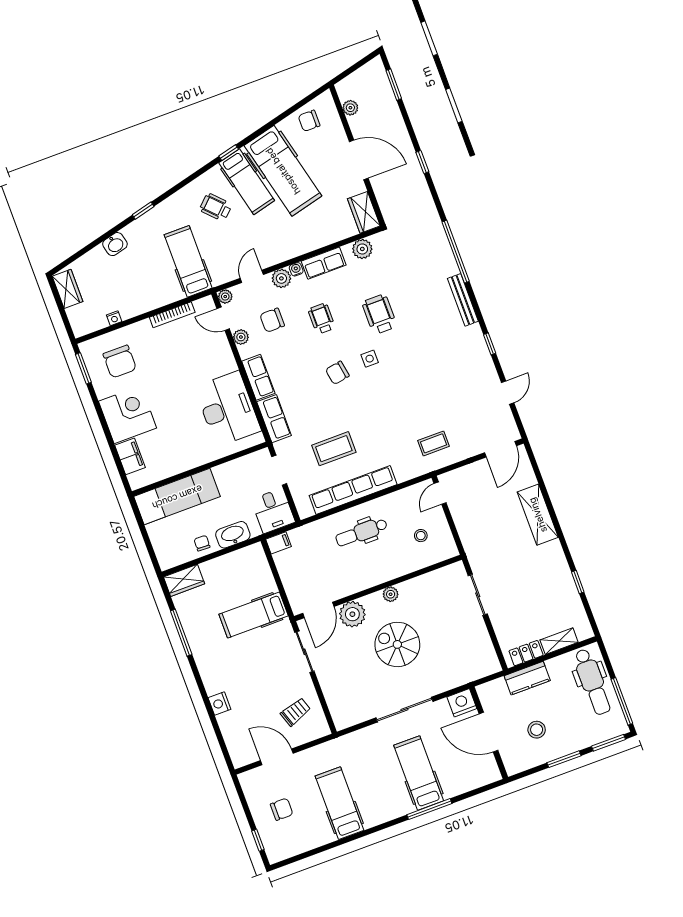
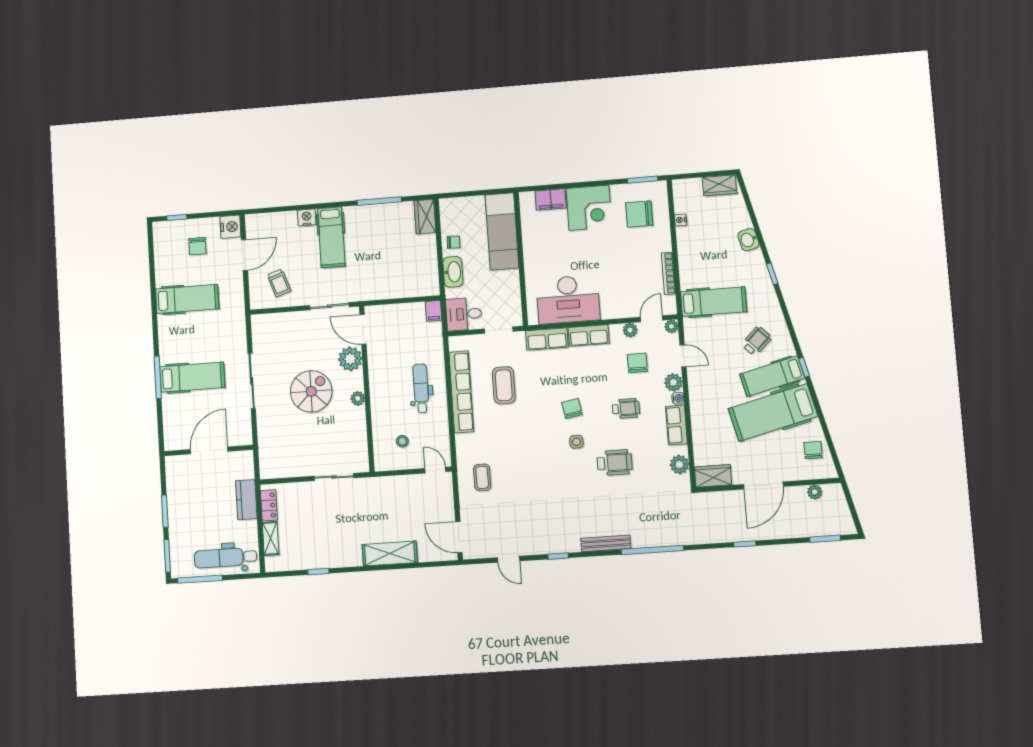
hospital bed: (254, 615) -> (331, 237), moved, turned 180
nightstand: (462, 703) -> (230, 227), moved
stool: (537, 730) -> (198, 494), removed

